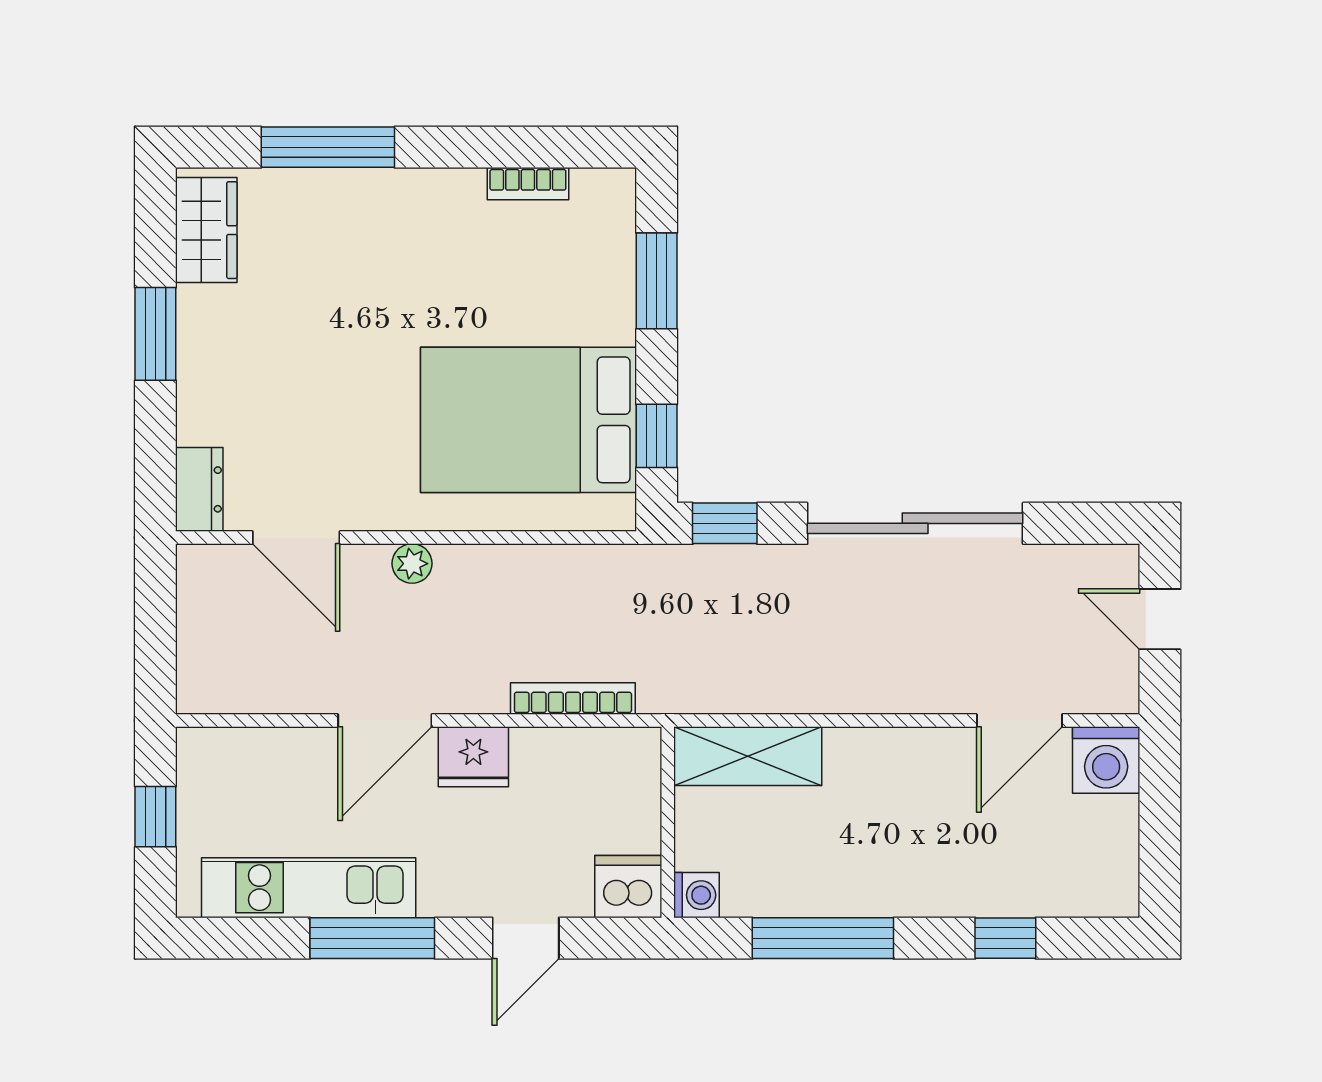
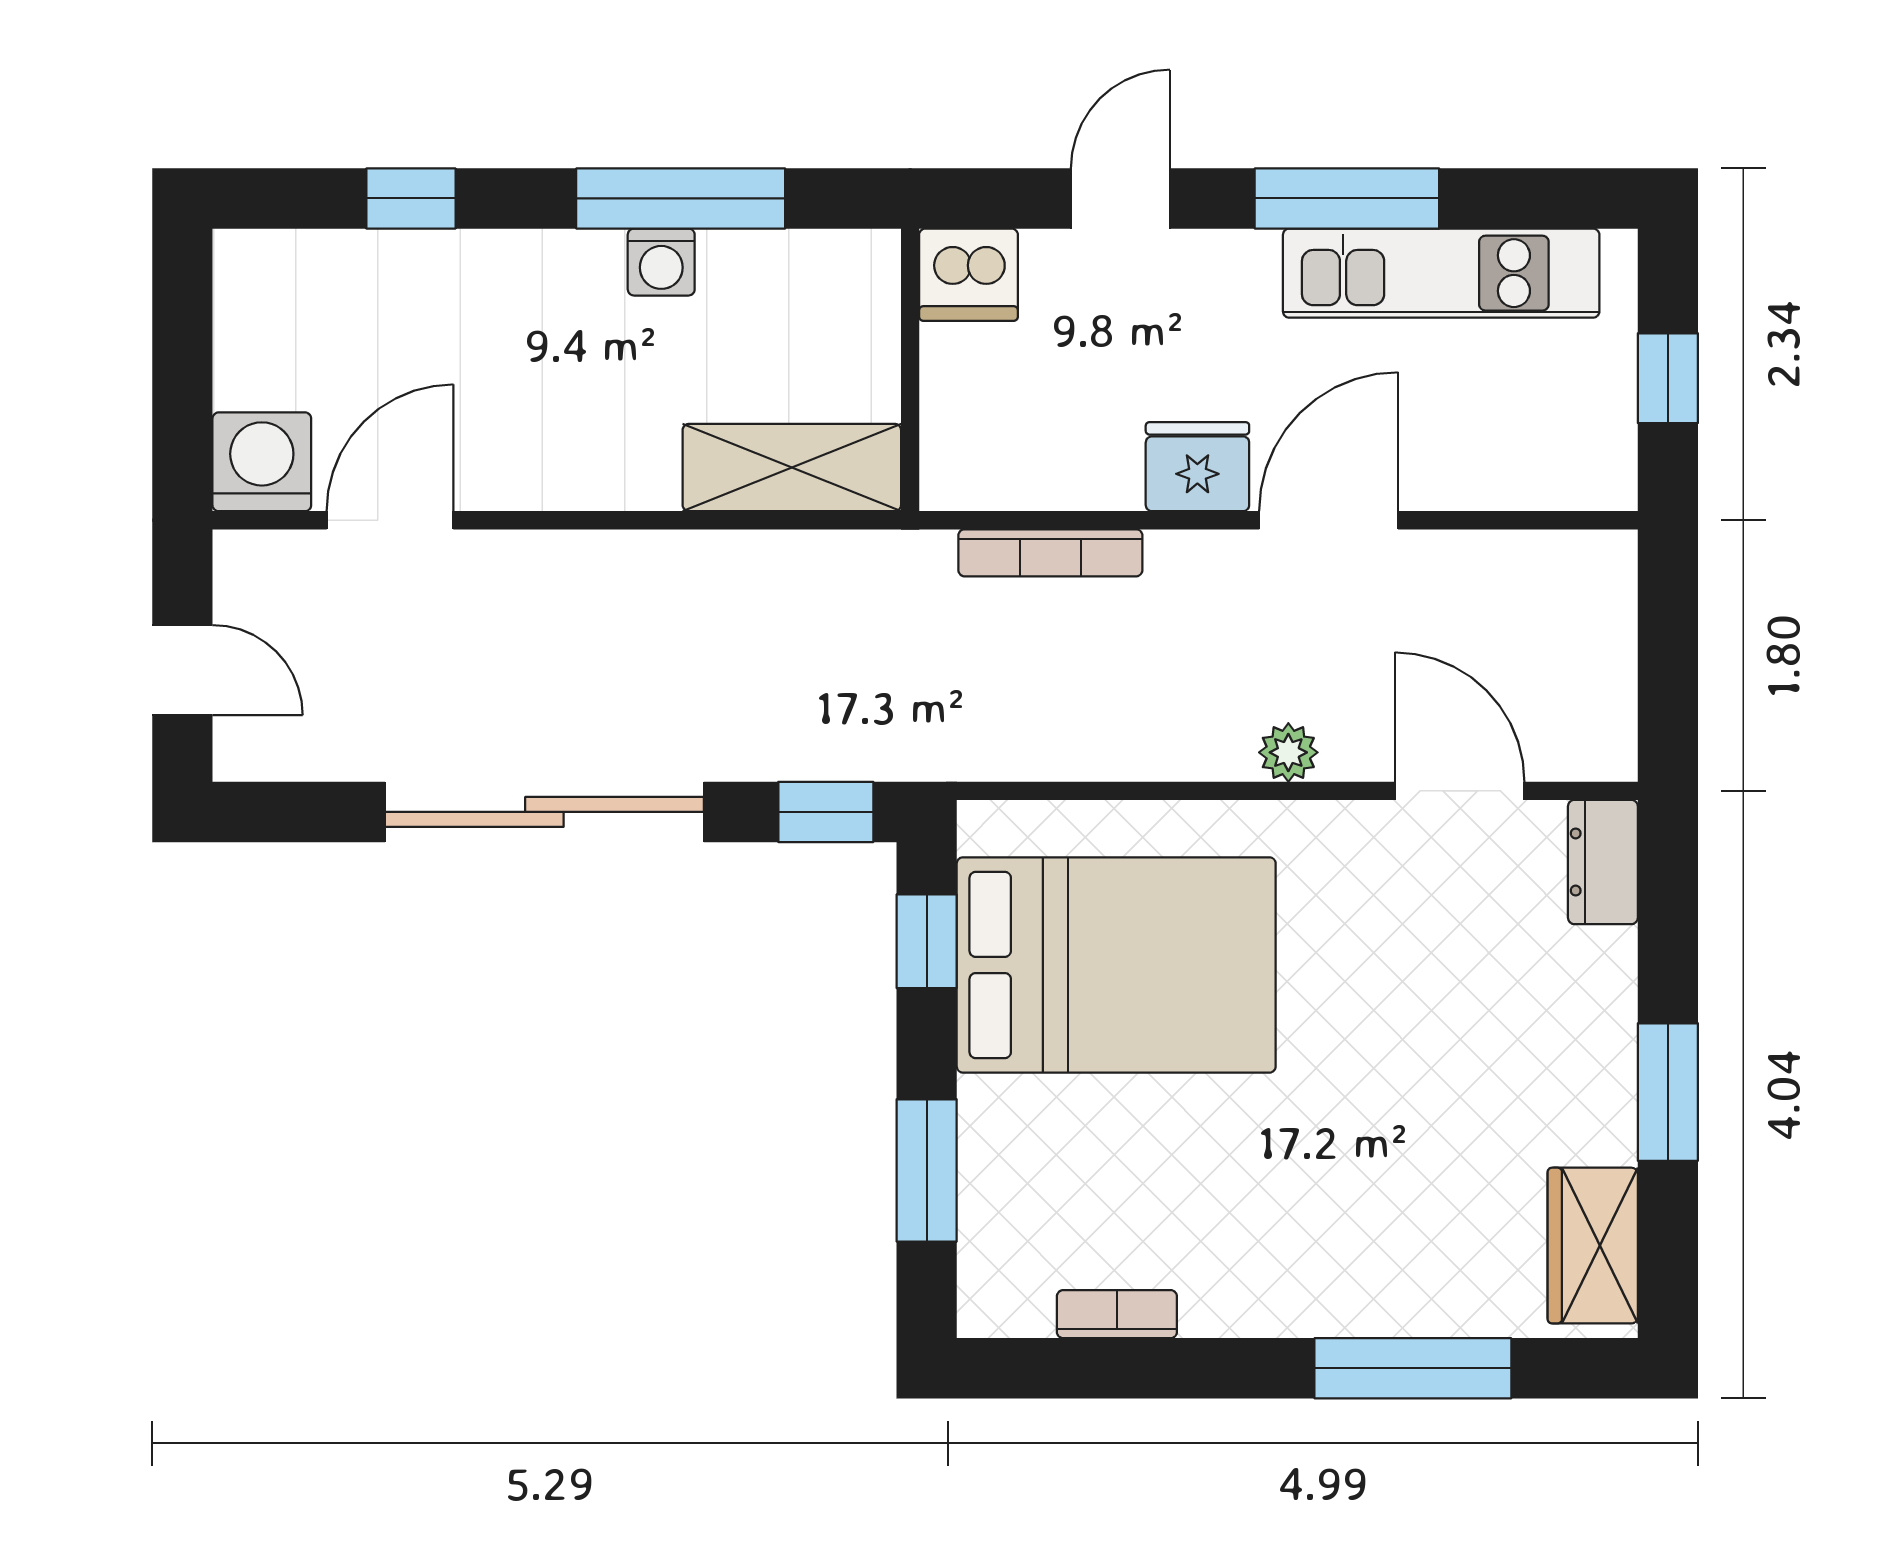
washing machine: (697, 895) -> (661, 262), moved, turned -90

